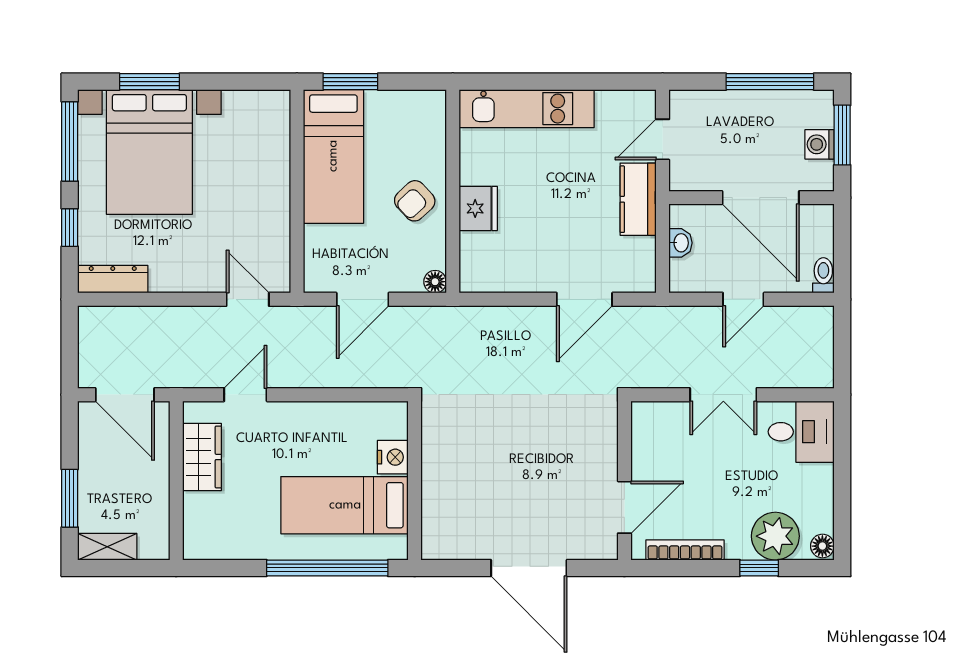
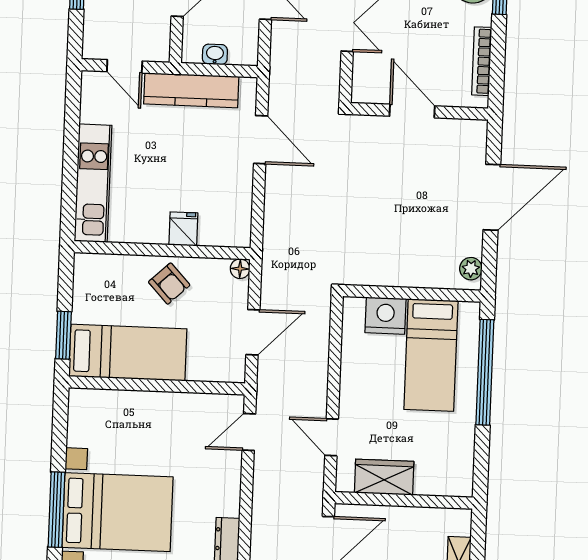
window: (149, 82) -> (56, 510), width x1.44
kitchen counter: (638, 199) -> (191, 90), width x1.50
fridge: (478, 208) -> (183, 229), width x0.72
door: (363, 299) -> (253, 332), hinge flipped
nightstand: (393, 457) -> (385, 316), width x1.36, depth x1.33
door: (624, 507) -> (412, 111), moved
plant: (446, 547) -> (471, 269), added

